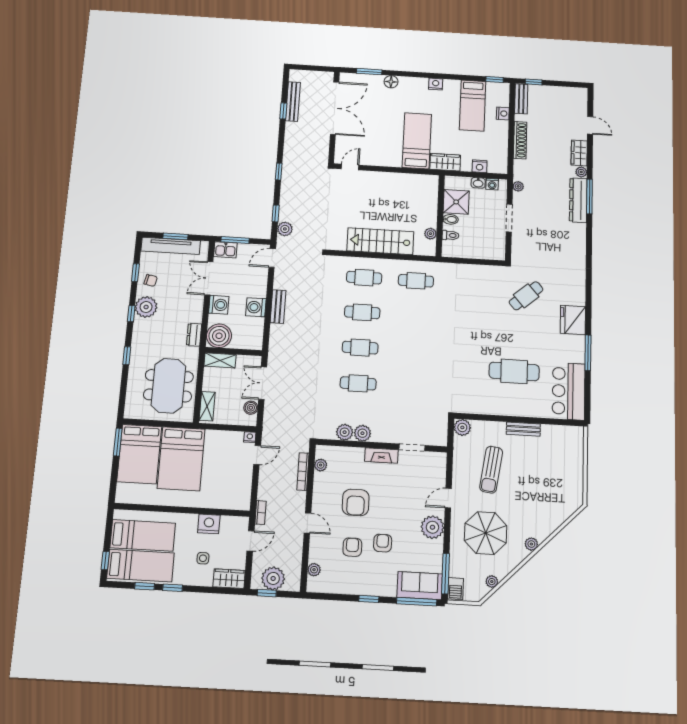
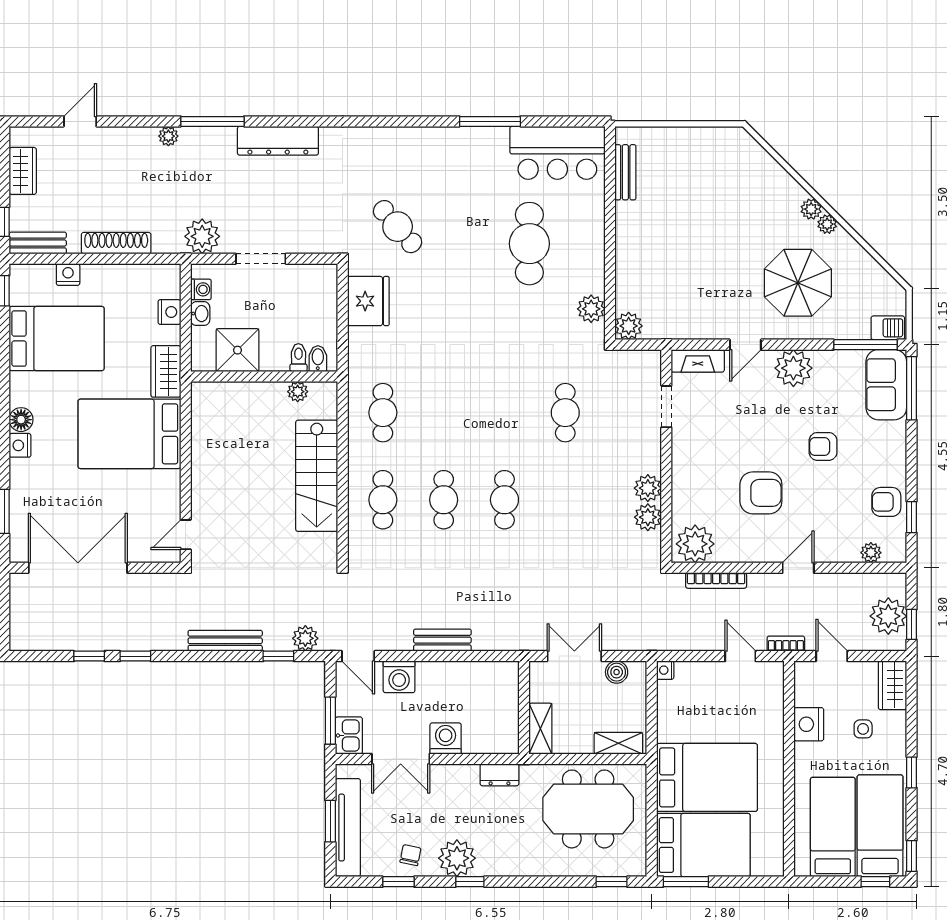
floor lamp: (391, 82) -> (21, 420), moved
nightstand: (436, 84) -> (20, 445), moved
bench: (293, 102) -> (225, 641), moved
bed: (473, 106) -> (57, 339), width x1.50
bed: (417, 141) -> (129, 434), width x1.50
wardrobe: (579, 153) -> (23, 171), moved, turned -90
door: (350, 167) -> (186, 535), hinge flipped
window: (279, 171) -> (135, 656), moved
plant: (518, 186) -> (202, 236), width x1.88, depth x1.88
dresser: (578, 200) -> (278, 141), moved
bidet: (450, 219) -> (318, 359), moved
washing machine: (256, 307) -> (399, 677), moved
fridge: (573, 320) -> (368, 301), moved, turned -90
boiler: (219, 336) -> (499, 734), removed
window: (127, 356) -> (612, 882), moved
double door: (263, 383) -> (574, 656), swing flipped
cafe table: (358, 383) -> (565, 413), moved
plant: (474, 406) -> (591, 309), added
bench: (523, 429) -> (625, 172), moved
door: (257, 455) -> (740, 656), moved
fireplace: (381, 455) -> (698, 361), moved, turned 90
plant: (321, 465) -> (695, 544), width x1.88, depth x1.88
sun lounger: (491, 470) -> (695, 277), removed
door: (448, 498) -> (745, 345), hinge flipped
armchair: (352, 547) -> (886, 502), moved
plant: (492, 582) -> (827, 224), moved
window: (145, 586) -> (912, 856), moved
window: (369, 599) -> (912, 517), moved

